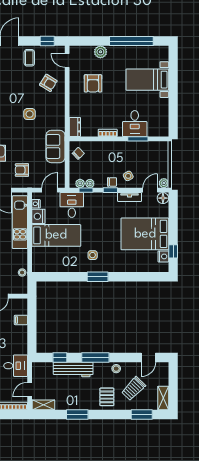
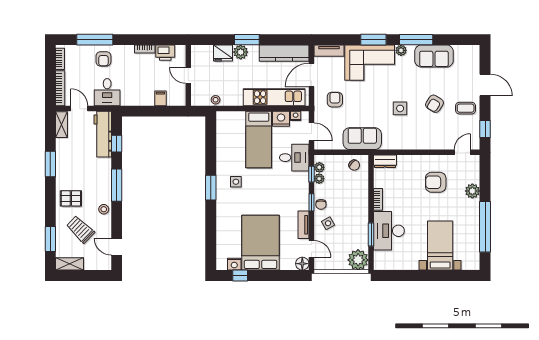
armchair: (48, 83) -> (434, 104), moved
desk: (135, 124) -> (389, 231), width x1.37
plant: (164, 183) -> (358, 260), moved, width x1.88, depth x1.88
workbench: (73, 370) -> (103, 134), moved

